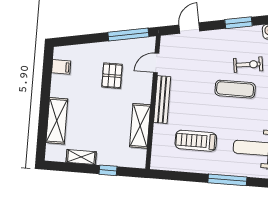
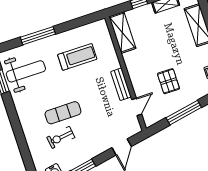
window: (128, 34) -> (184, 113), moved
bench: (162, 100) -> (121, 84), width x0.73
shelving: (140, 126) -> (122, 33), moved

